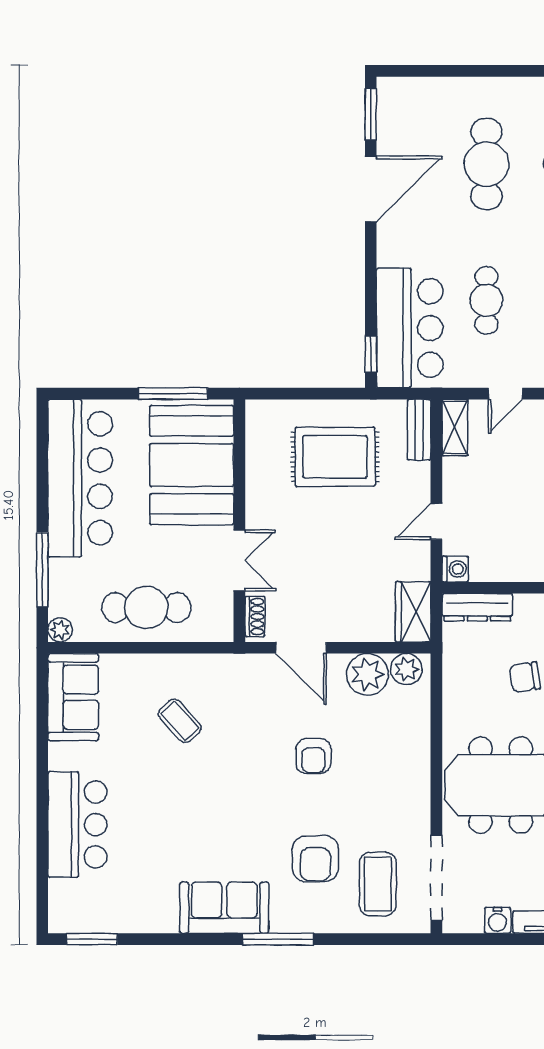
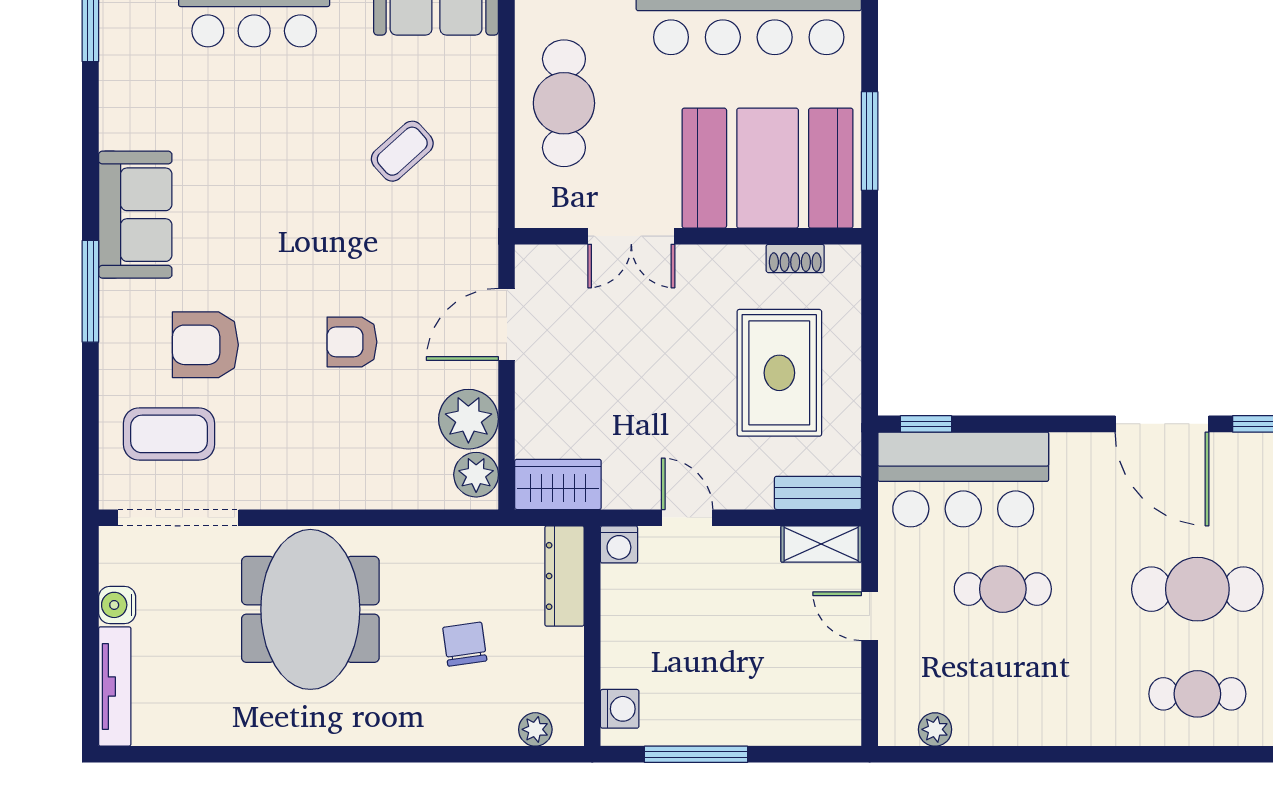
shoe rack: (255, 617) -> (795, 258), moved

